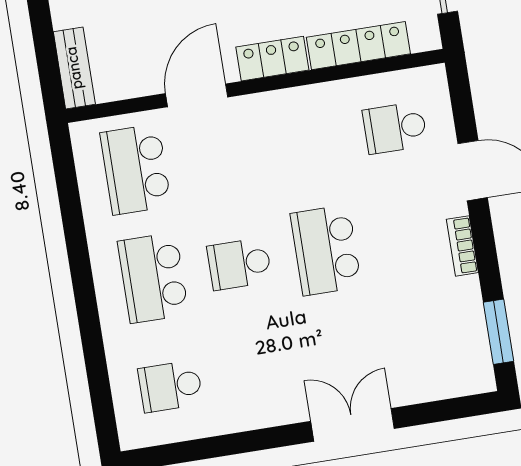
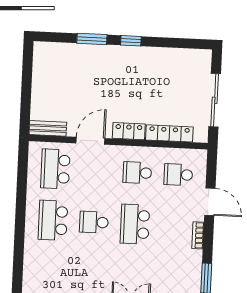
bench: (74, 68) -> (48, 128), moved, turned 90
school desk: (170, 386) -> (137, 173), moved

